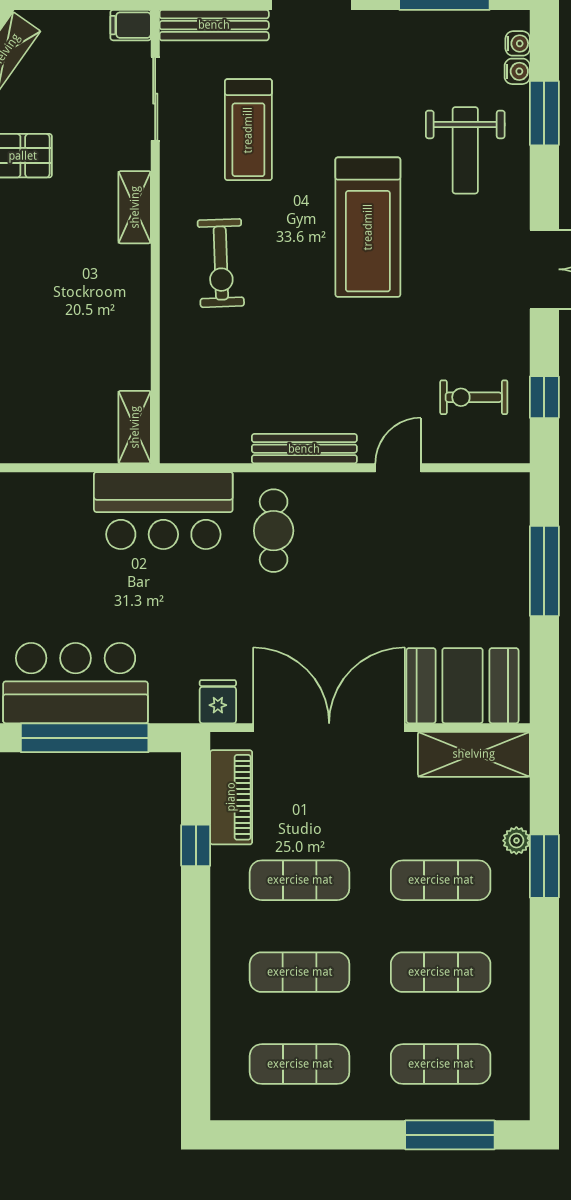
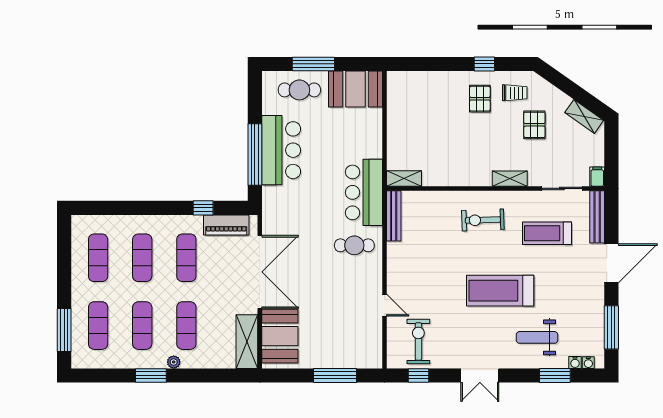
exercise bike: (474, 397) -> (418, 341), width x1.38, depth x1.39
bench: (304, 449) -> (394, 216), moved
fridge: (218, 702) -> (272, 219), removed
plant: (516, 841) -> (174, 362), moved
window: (544, 866) -> (151, 375), moved

